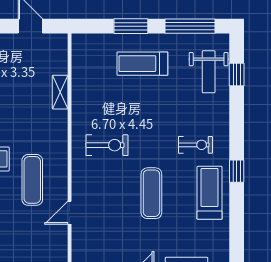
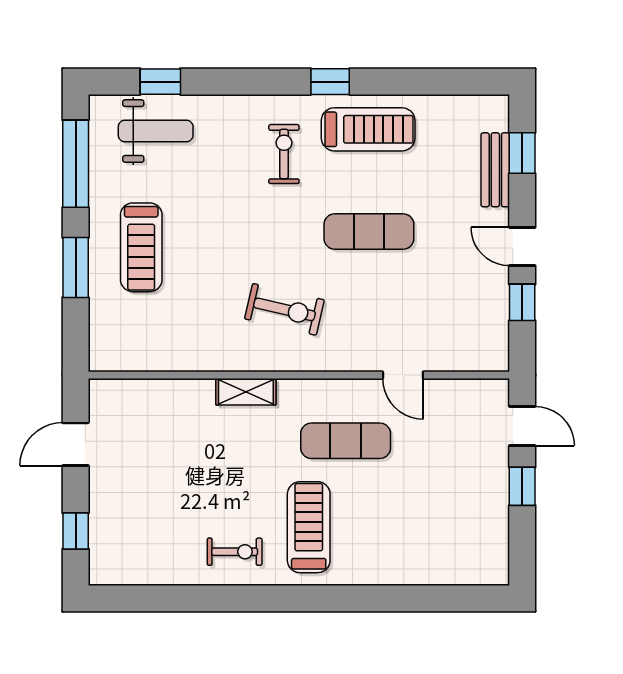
shelving: (60, 92) -> (246, 392), moved
exercise bike: (107, 145) -> (284, 309), turned 103
treadmill: (210, 193) -> (368, 129), turned 180

